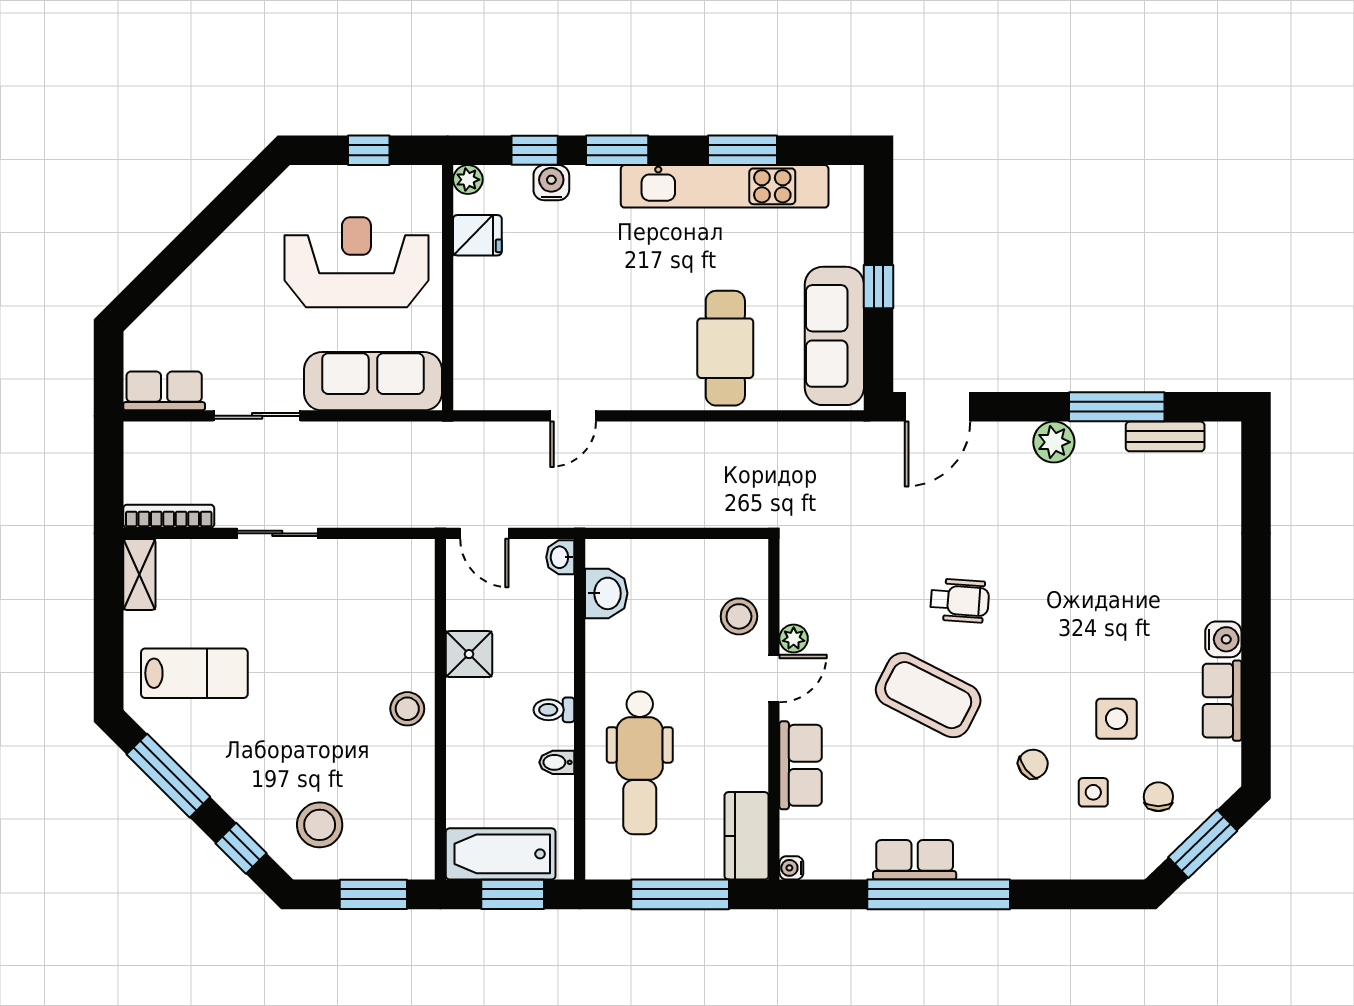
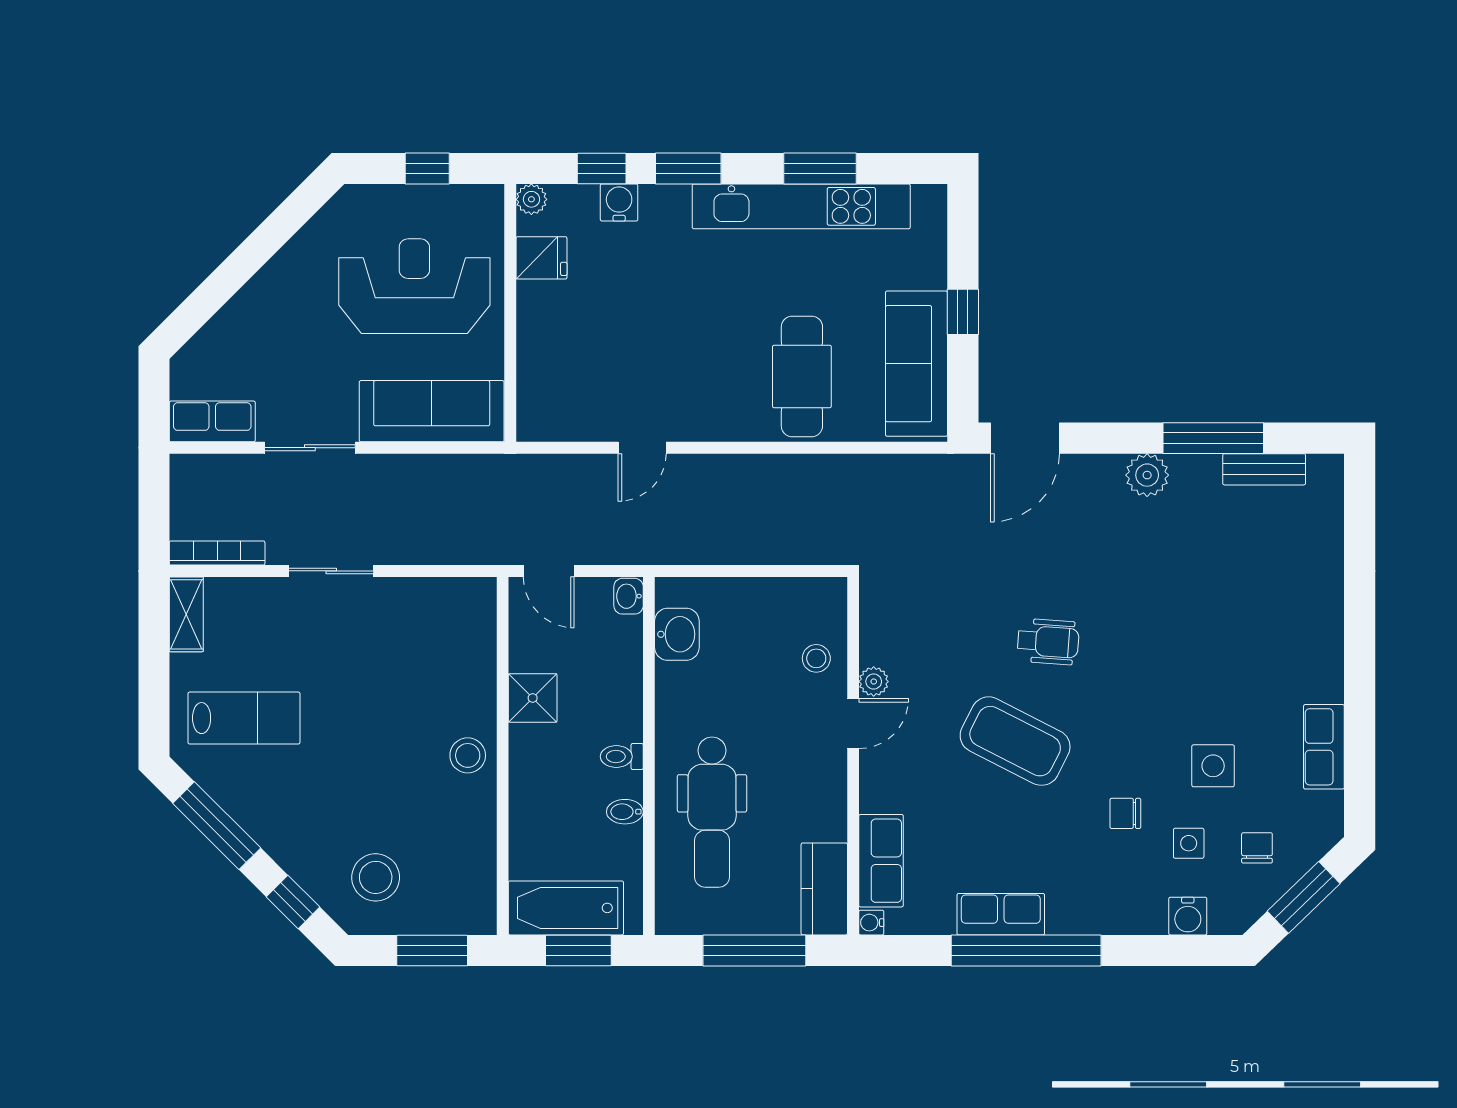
stool: (739, 616) -> (816, 658), width x0.73, depth x0.73
water cooler: (1223, 639) -> (1188, 916), moved, turned 90
chair: (1033, 764) -> (1125, 813), turned -142
row of seats: (801, 765) -> (881, 861), moved

